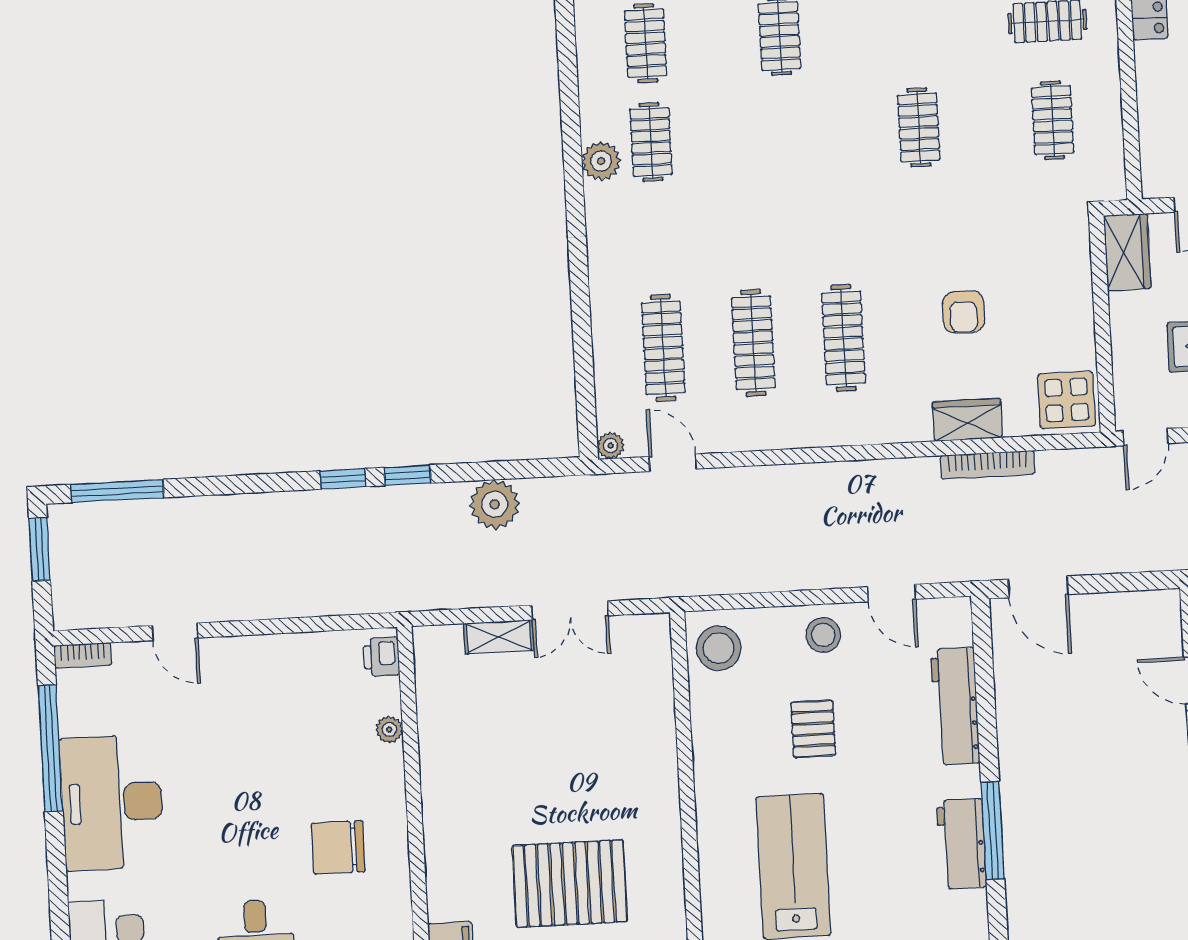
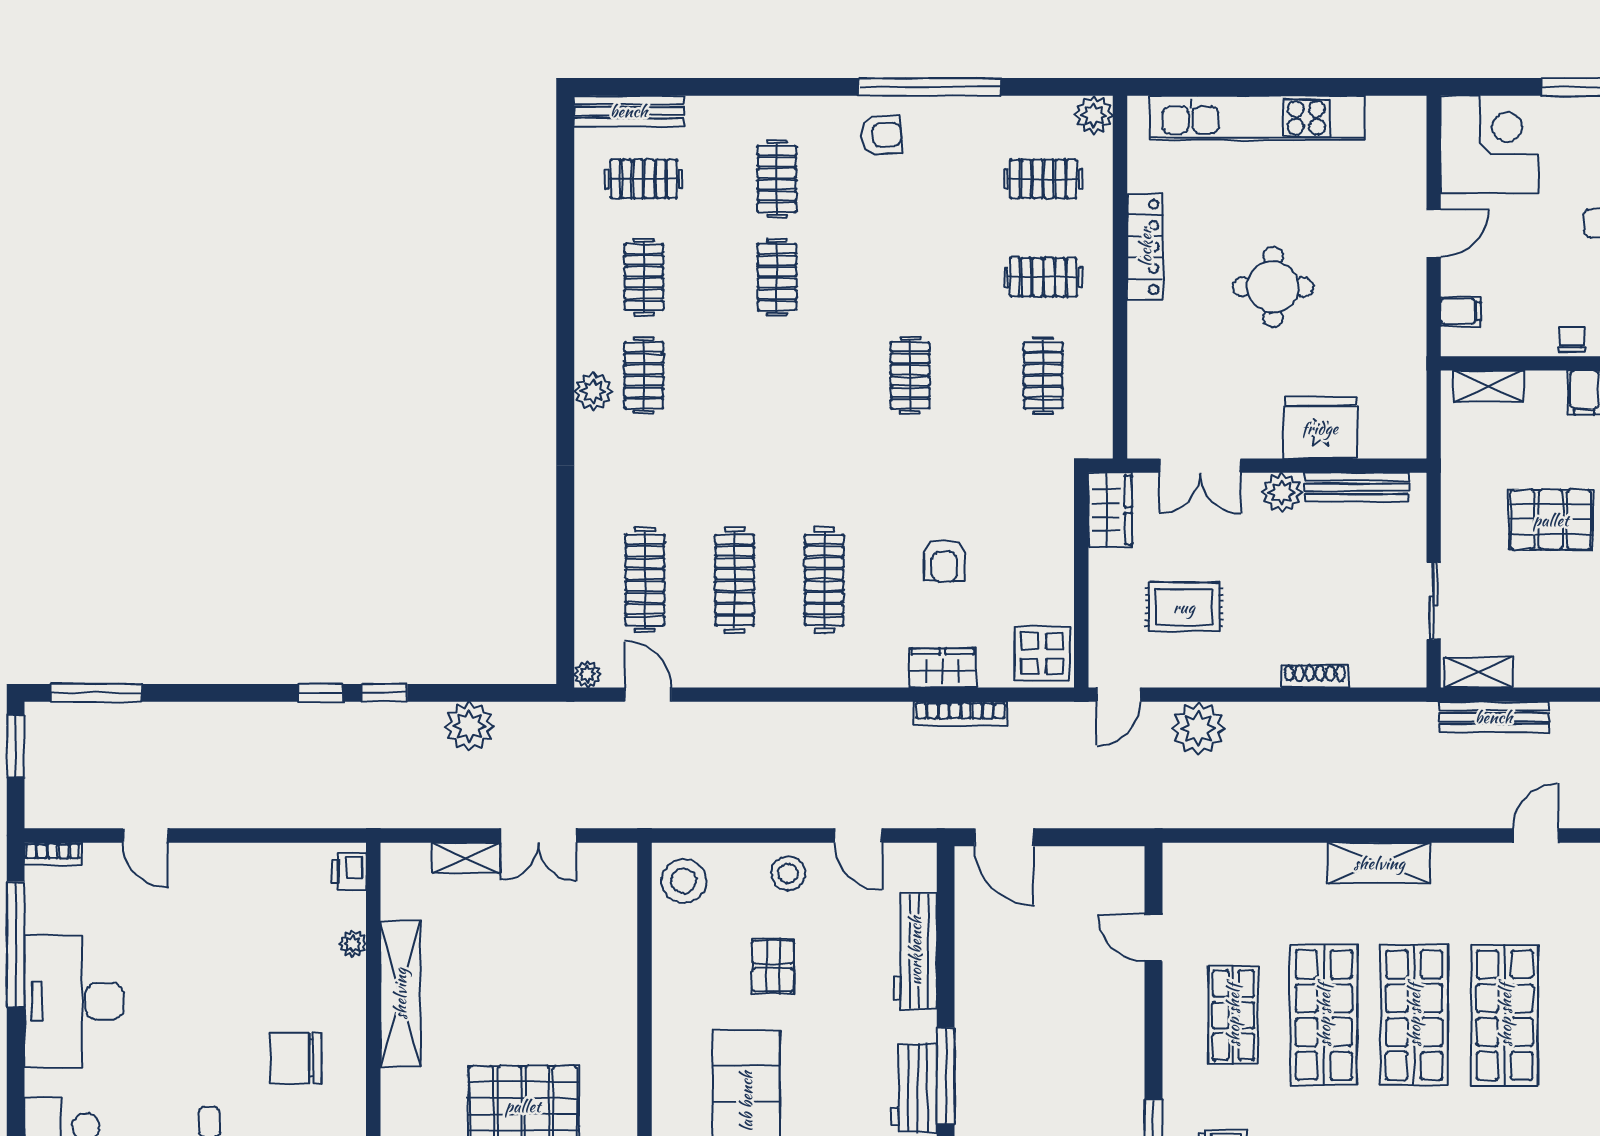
shelving: (440, 778) -> (400, 994), added

